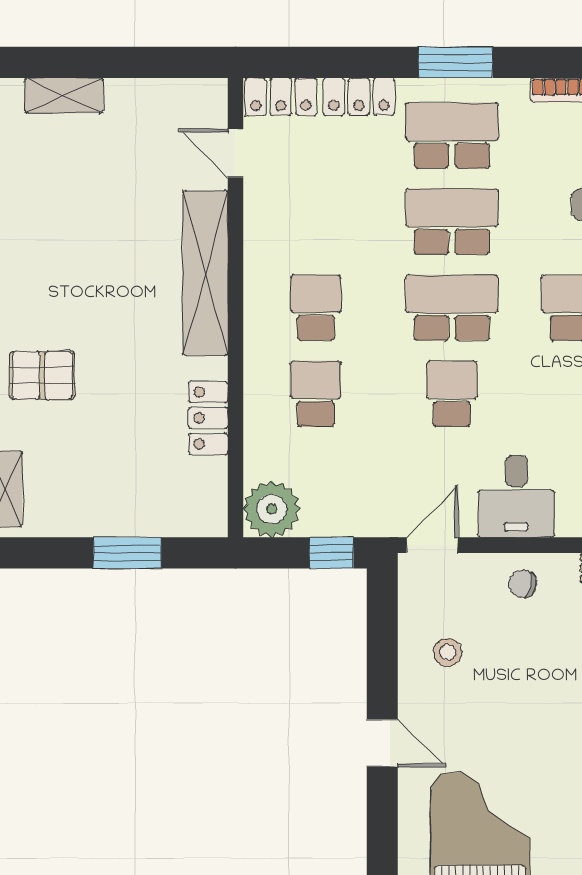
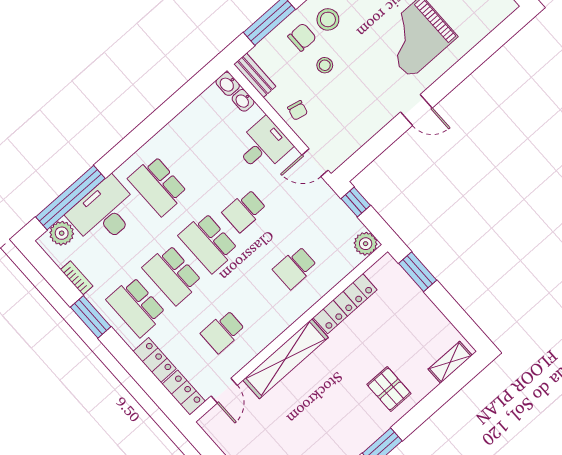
window: (456, 62) -> (91, 317), moved
school desk: (316, 308) -> (223, 332), moved
locker: (208, 418) -> (345, 304), width x1.53
plant: (272, 509) -> (366, 244), width x0.73, depth x0.73
window: (127, 553) -> (418, 272), moved
stool: (448, 652) -> (325, 65), moved
door: (382, 743) -> (416, 110), swing flipped

